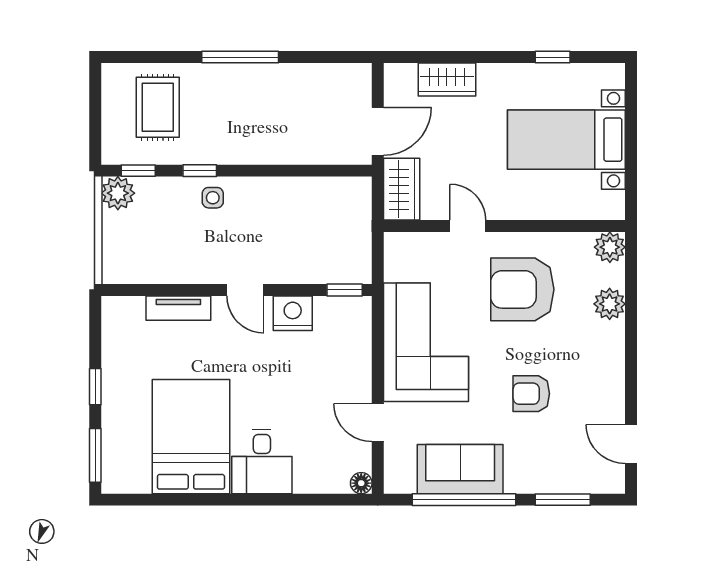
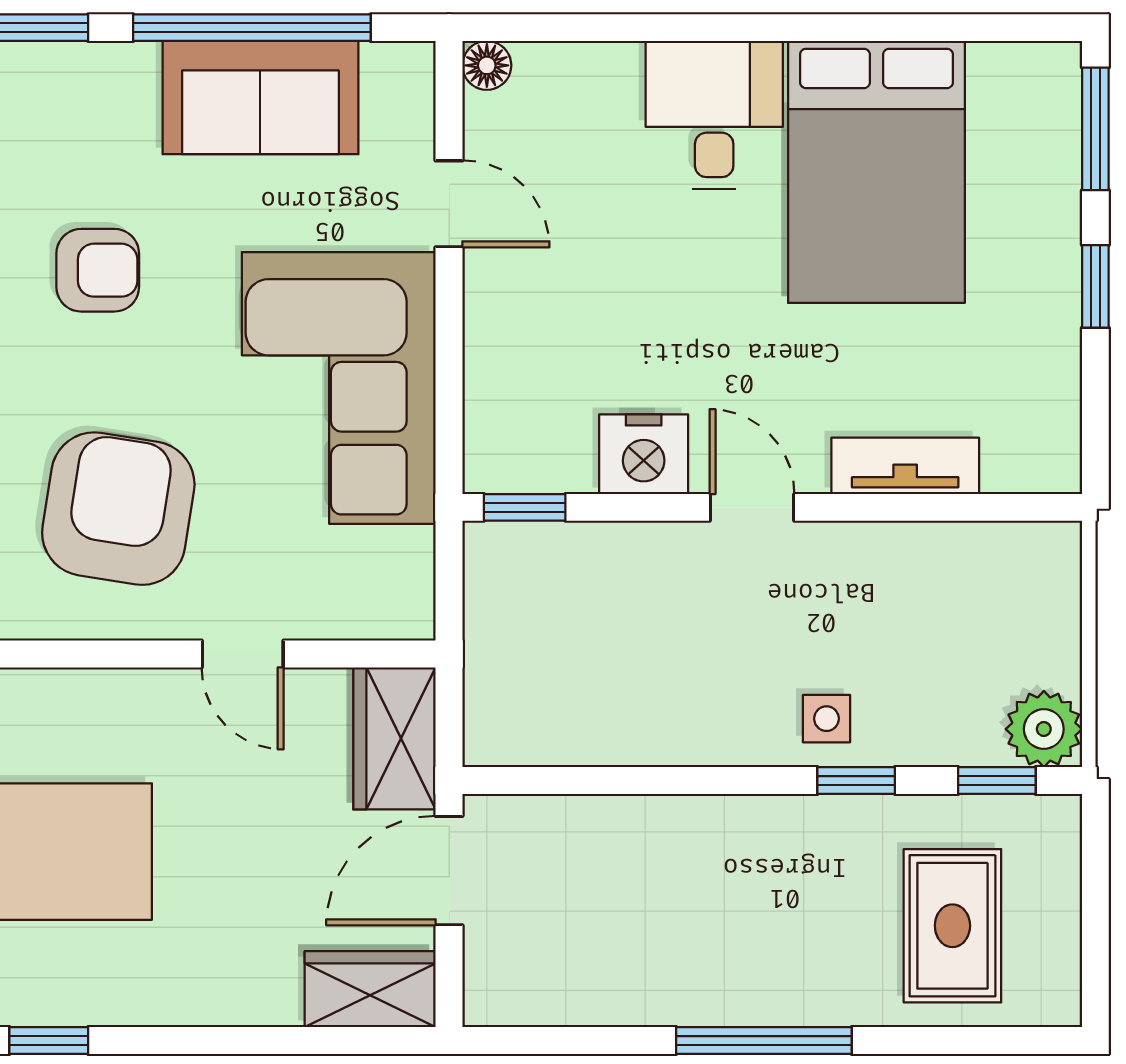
wardrobe: (447, 79) -> (370, 989), moved
armchair: (522, 289) -> (118, 509), turned -81

